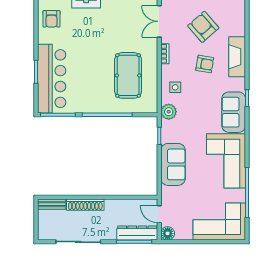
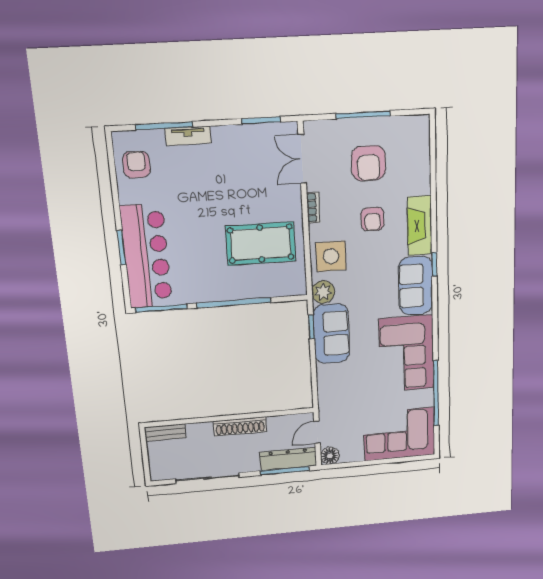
armchair: (51, 19) -> (136, 165), turned 180
armchair: (203, 27) -> (368, 163), turned -139
fireplace: (237, 57) -> (420, 226), moved
armchair: (205, 64) -> (372, 219), turned 80
pool table: (128, 75) -> (261, 244), turned 90
side table: (175, 87) -> (331, 256), width x1.87, depth x1.87
sofa: (173, 164) -> (331, 334), moved
shoe rack: (85, 205) -> (240, 426), moved
door: (159, 214) -> (317, 432), hinge flipped

